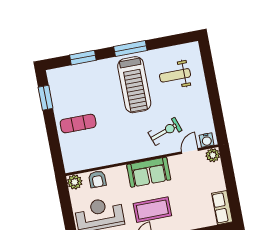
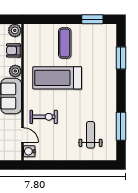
window: (130, 49) -> (121, 126), moved
treadmill: (134, 85) -> (57, 78), moved
exercise bike: (165, 131) -> (44, 117), turned -71
plant: (213, 155) -> (15, 71), moved

